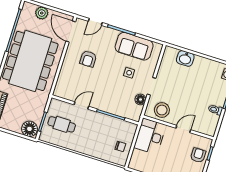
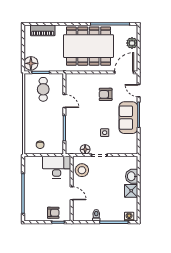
sofa: (134, 46) -> (128, 118), moved
shower: (201, 64) -> (131, 191), added

